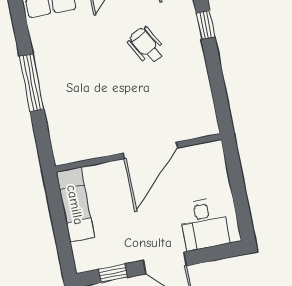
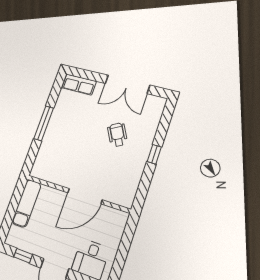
window: (206, 25) -> (154, 154), moved

